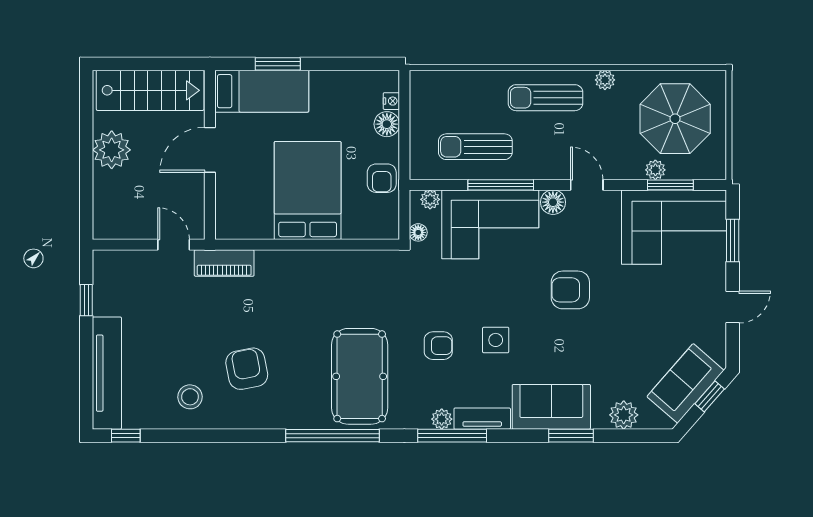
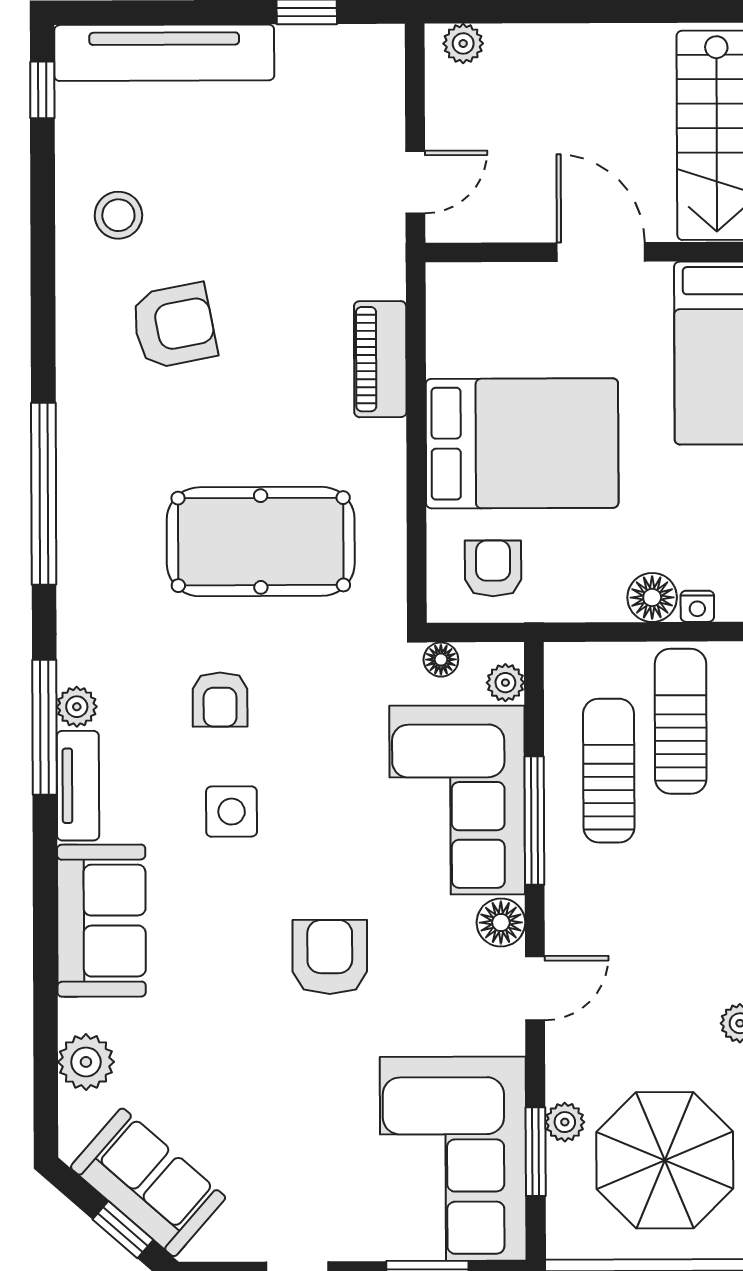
sun lounger: (545, 98) -> (681, 721), moved
plant: (112, 150) -> (463, 43), moved, width x0.53, depth x0.53
armchair: (382, 178) -> (493, 568), moved, turned 90
piano: (224, 263) -> (380, 359), moved
pool table: (360, 376) -> (261, 542), moved
window: (571, 436) -> (45, 959), removed

